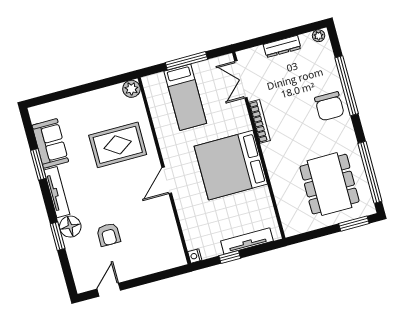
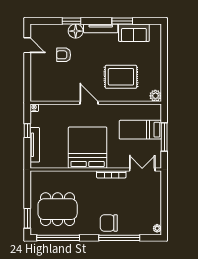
dresser: (282, 46) -> (157, 202), removed
rug: (118, 145) -> (121, 77), turned 90

